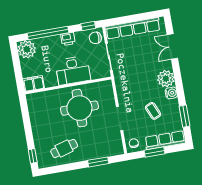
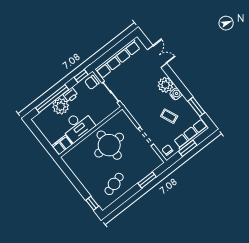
double door: (172, 46) -> (157, 56), swing flipped
plant: (27, 49) -> (61, 106), moved
desk: (73, 70) -> (78, 126), moved

